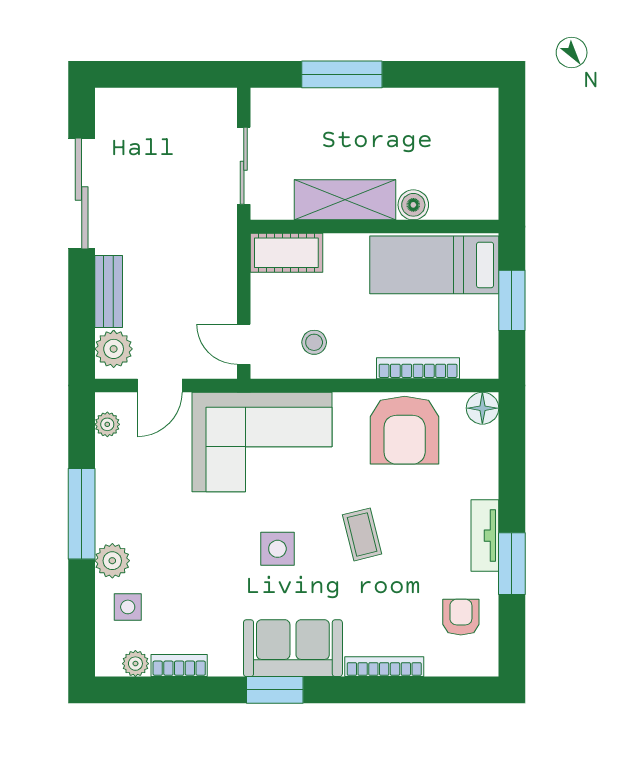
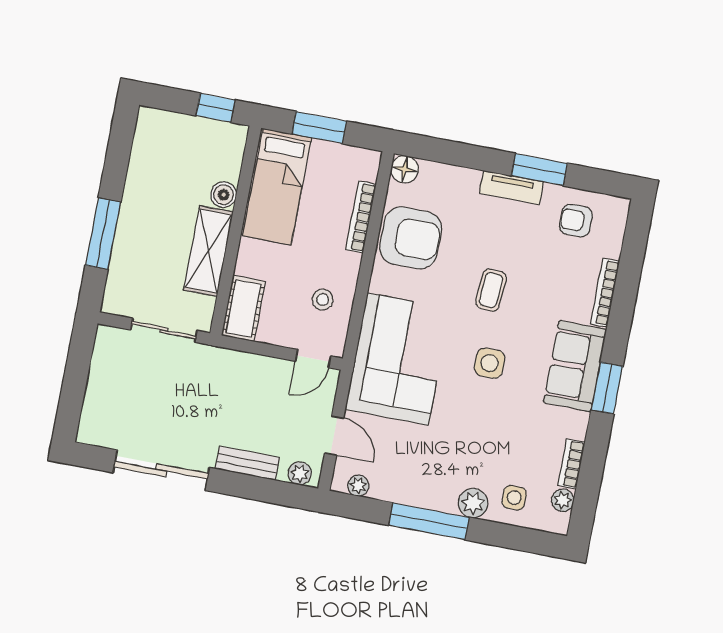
window: (512, 176) -> (216, 108), added
plant: (114, 349) -> (300, 473), width x0.73, depth x0.73
coffee table: (362, 534) -> (491, 290), turned -72

